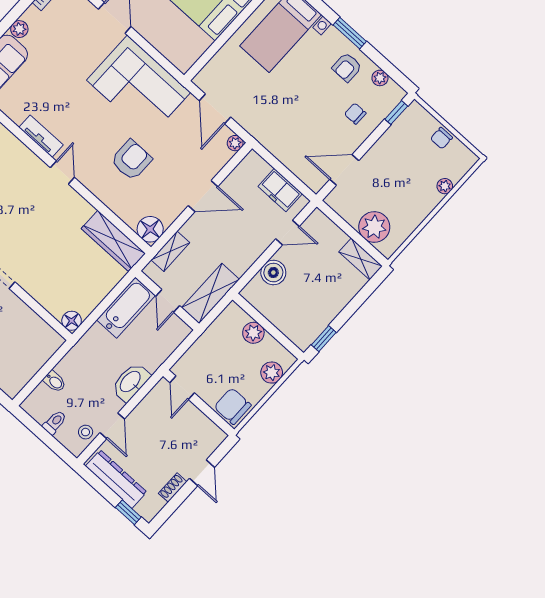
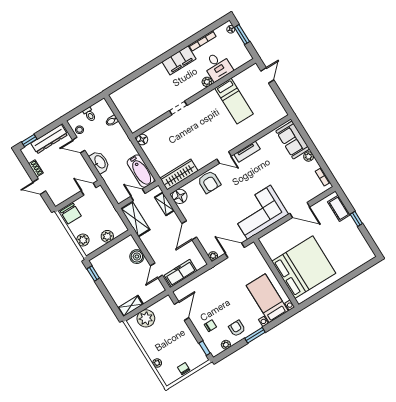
armchair: (131, 160) -> (209, 182), moved
freezer: (280, 190) -> (181, 273), width x1.40
chair: (233, 406) -> (71, 214), turned 90

